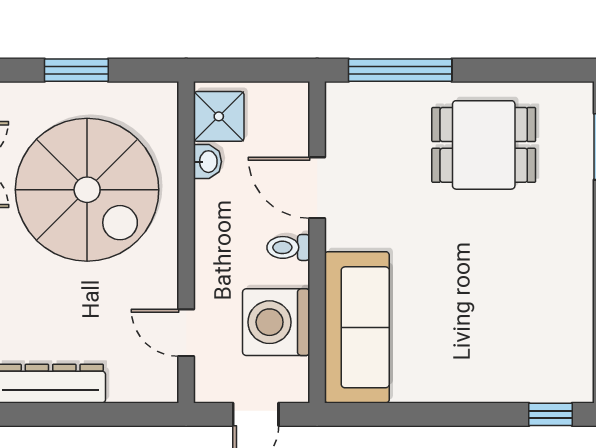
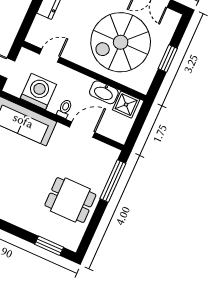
dining table: (484, 145) -> (70, 200), turned 90
washbasin: (208, 162) -> (104, 92), width x1.91, depth x1.45

